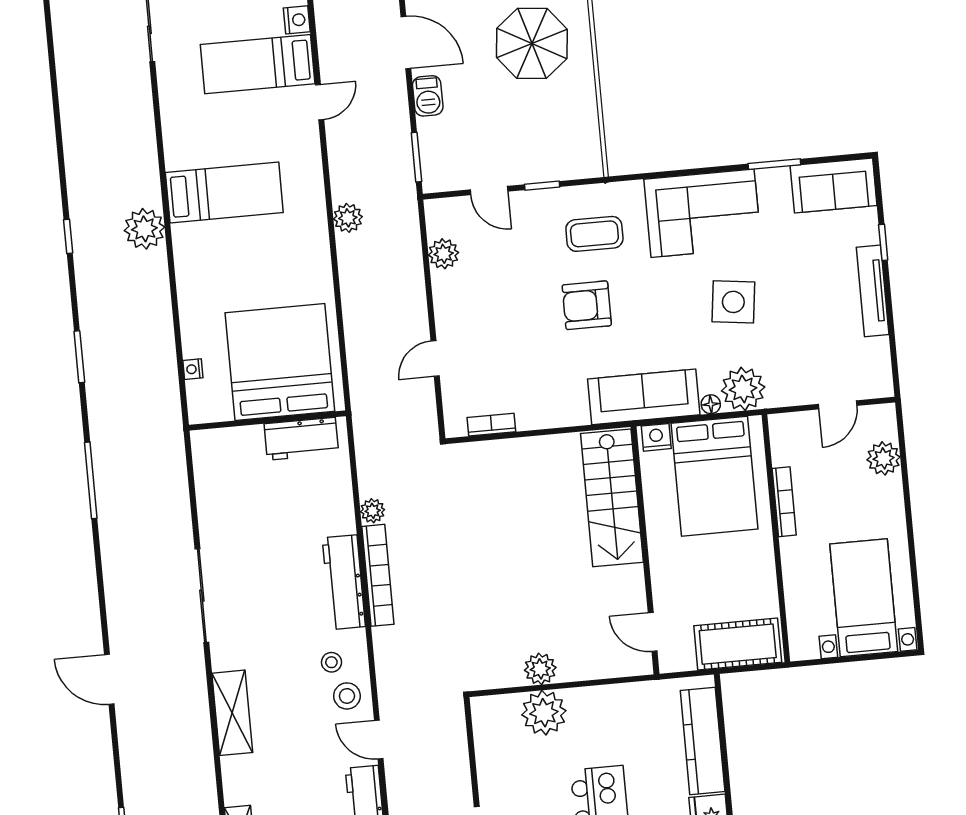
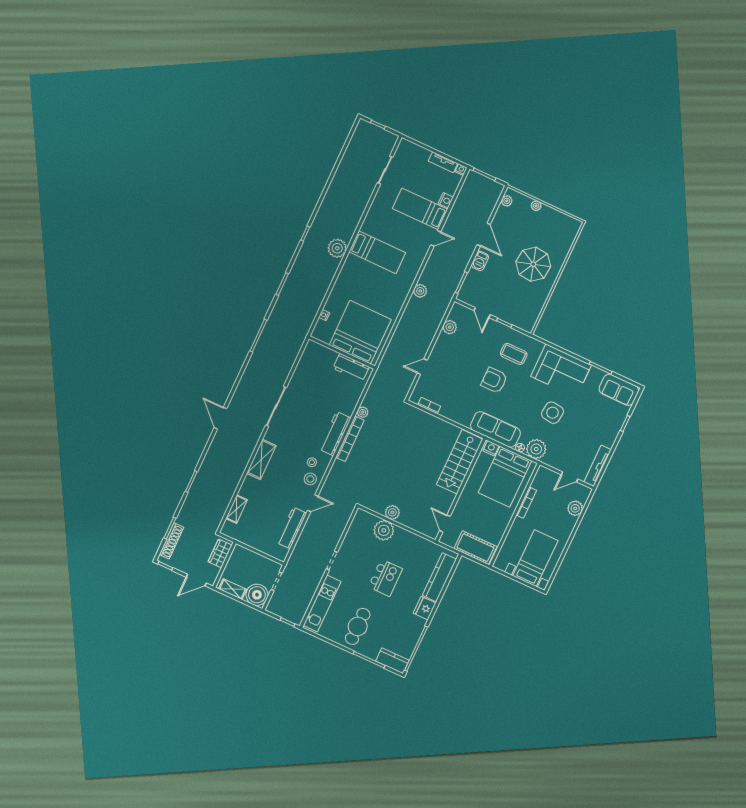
tv unit: (873, 291) -> (598, 466), moved
door: (379, 740) -> (313, 503), swing flipped

